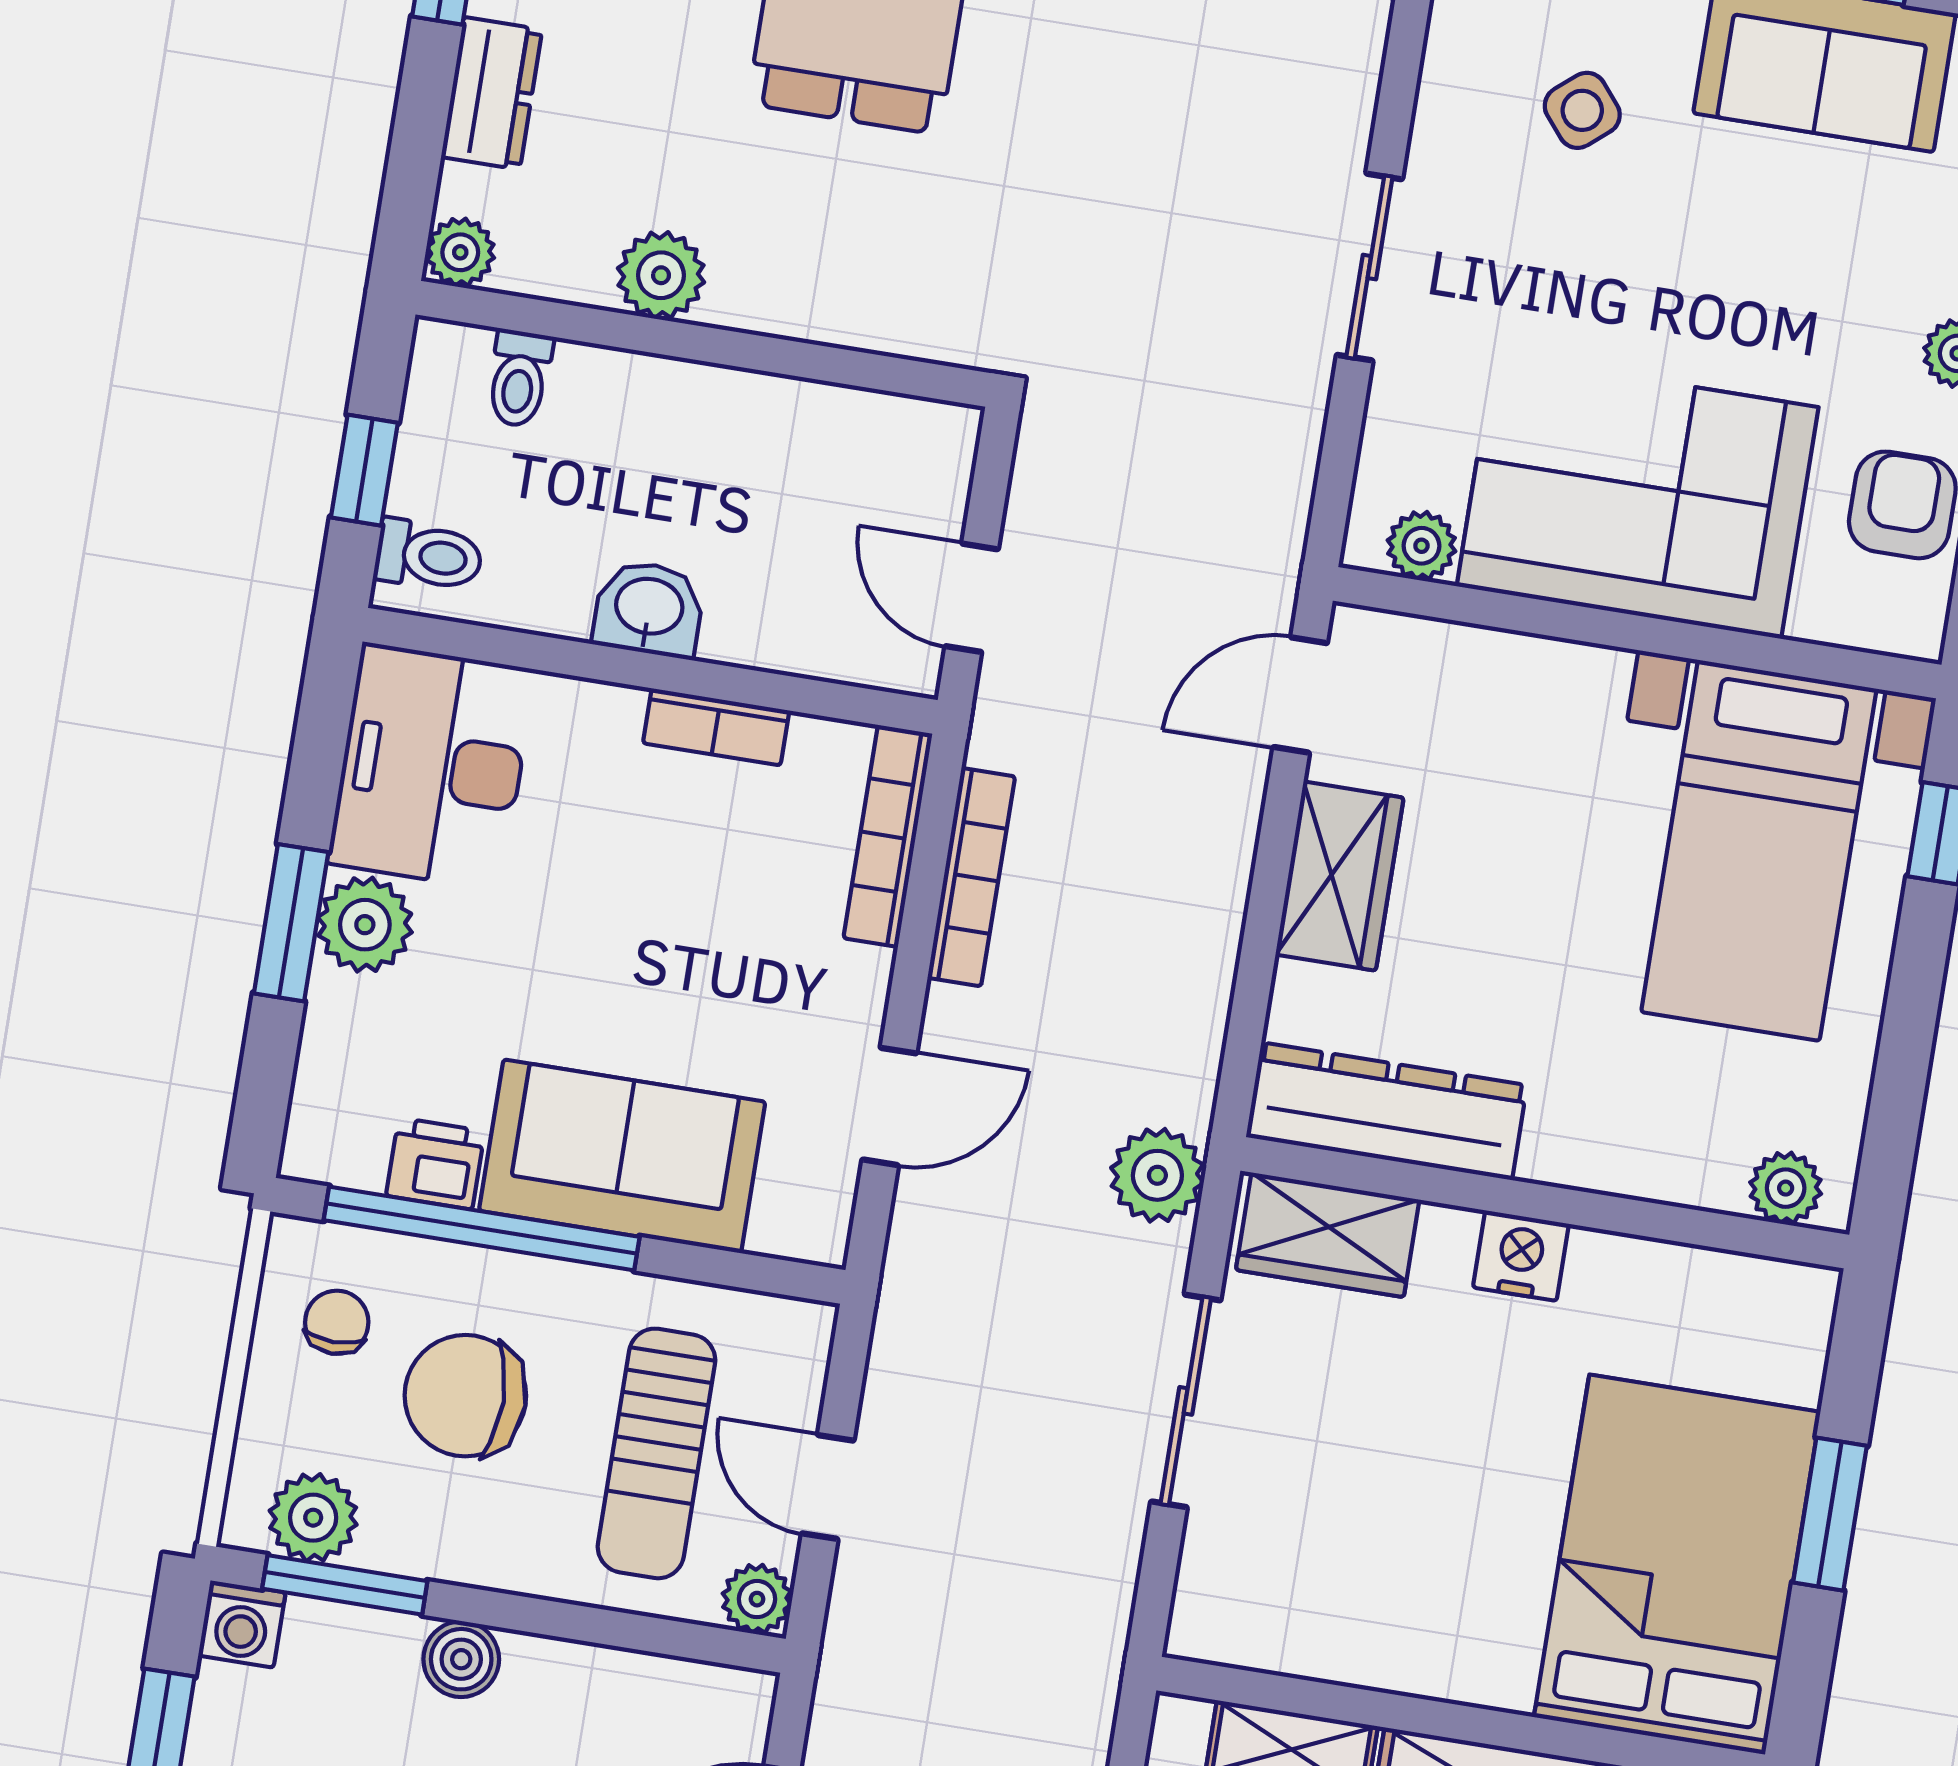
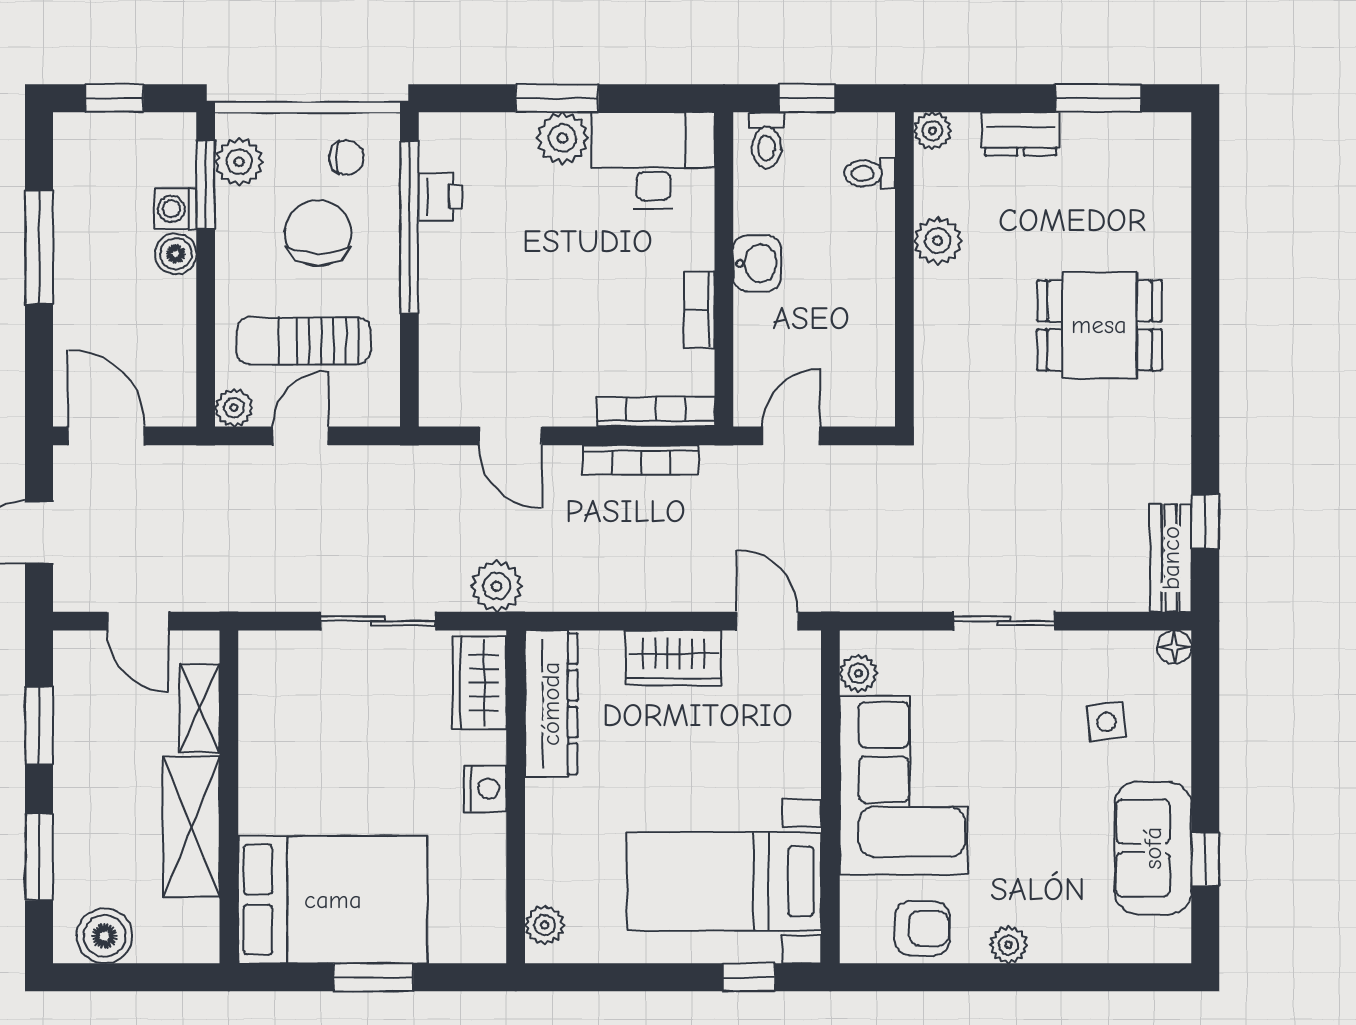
side table: (1582, 110) -> (1107, 722), turned 34
sofa: (622, 1156) -> (460, 297), removed
washing machine: (242, 1624) -> (176, 209), moved

